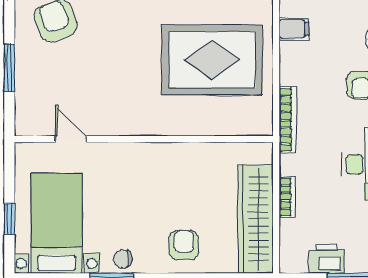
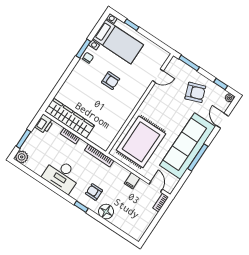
door: (71, 139) -> (158, 76), moved
wall: (144, 139) -> (140, 104), moved
armchair: (184, 245) -> (111, 81), moved
printer: (326, 259) -> (44, 124), moved

